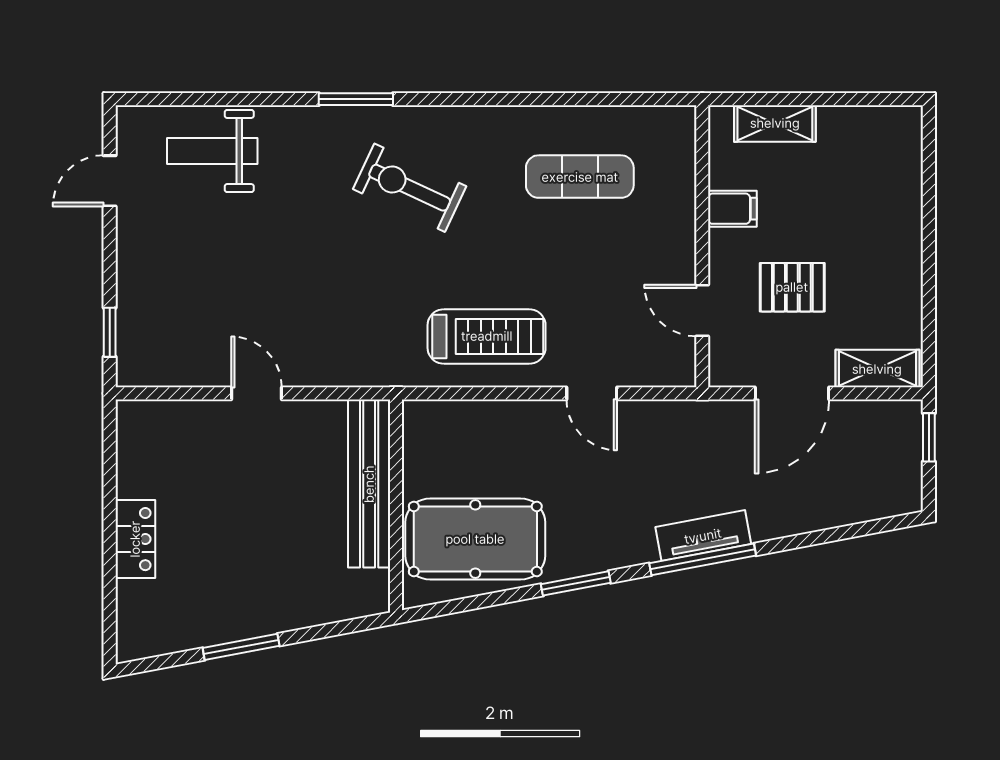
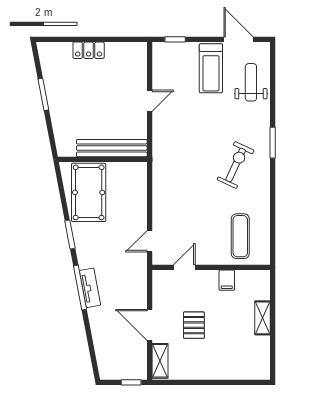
door: (110, 181) -> (238, 39), width x1.38
filing cabinet: (732, 209) -> (227, 280), moved
wall: (702, 246) -> (211, 267), moved
door: (702, 311) -> (184, 267), moved
treadmill: (487, 336) -> (211, 68), moved

